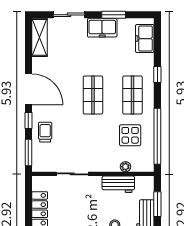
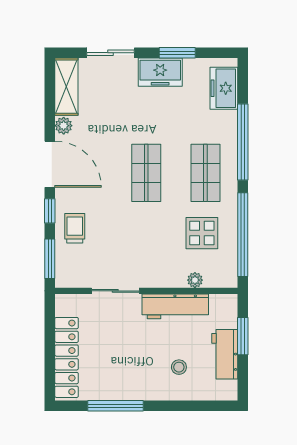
plant: (38, 64) -> (64, 126), added
window: (157, 74) -> (243, 142), width x3.17
workbench: (118, 184) -> (175, 306), width x1.38

